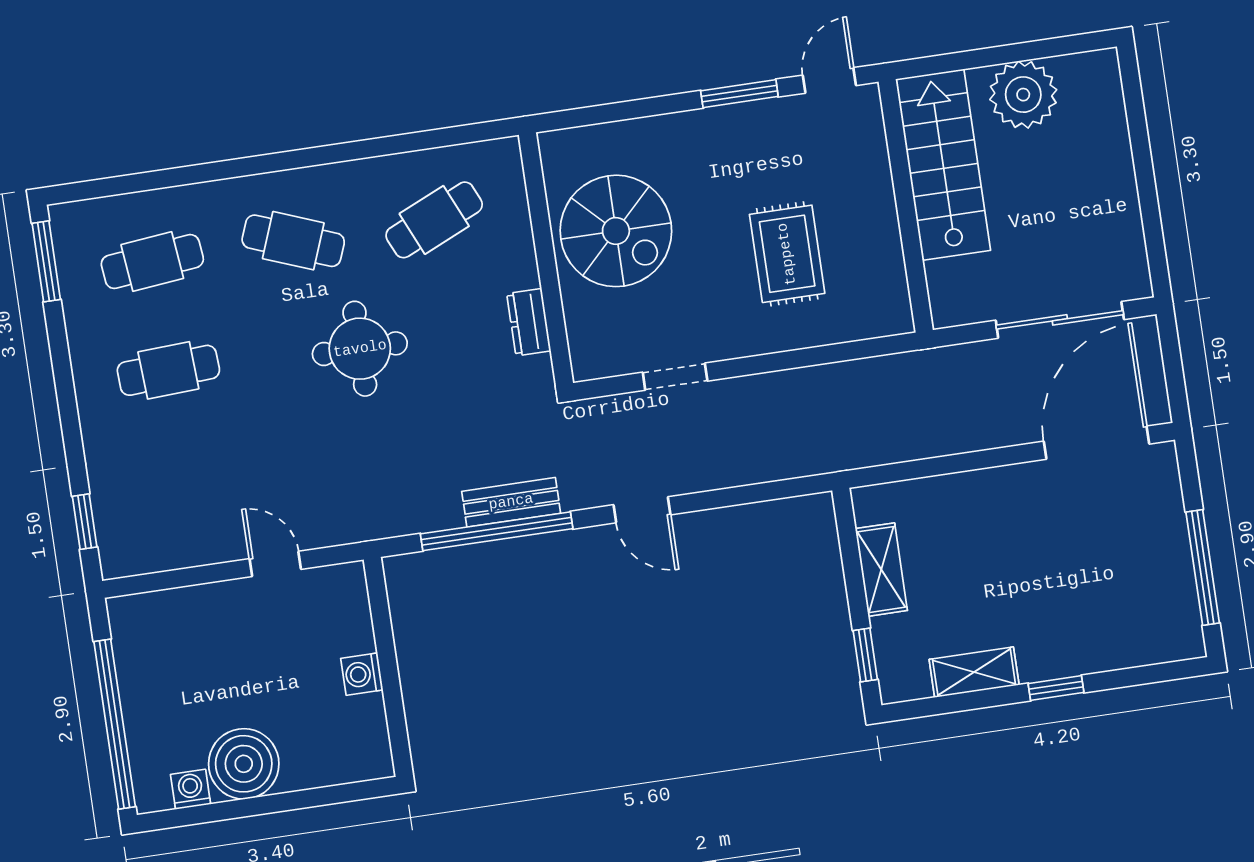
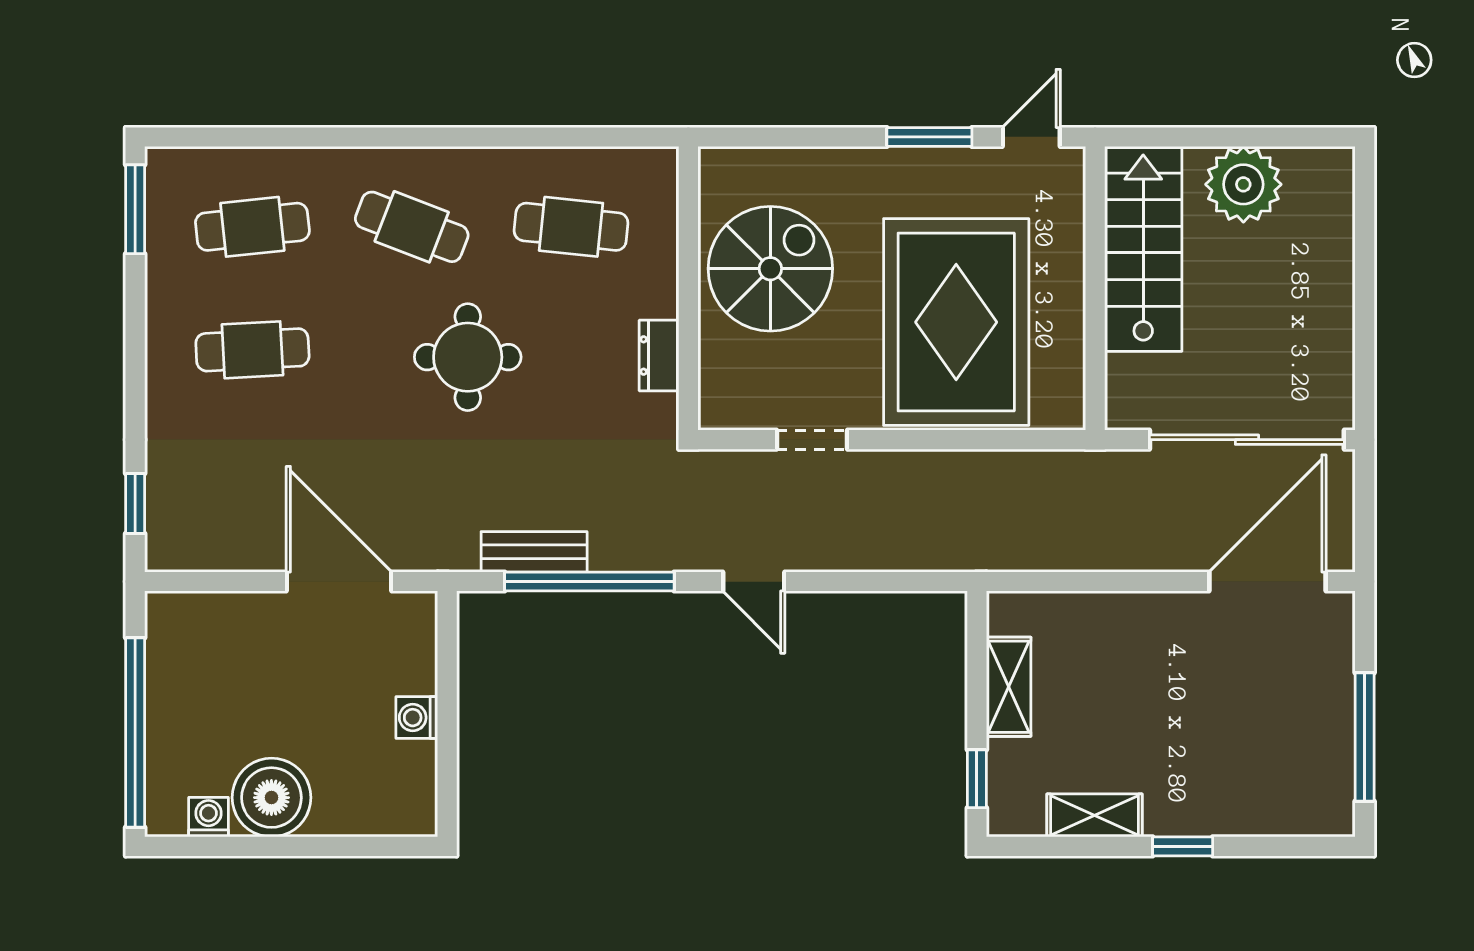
cafe table: (434, 220) -> (571, 227), turned 30
spiral stairs: (616, 231) -> (770, 269), turned -90
rug: (787, 254) -> (956, 322), width x1.86, depth x2.06
sliding door: (1060, 320) -> (1247, 440), width x1.36
bench: (511, 502) -> (534, 552), moved
door: (275, 564) -> (339, 582), width x1.87

